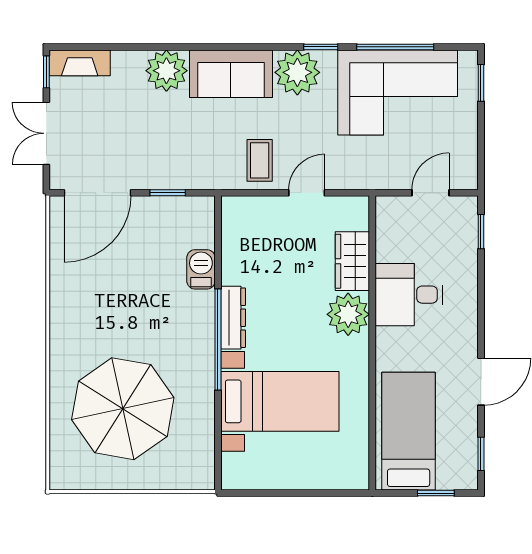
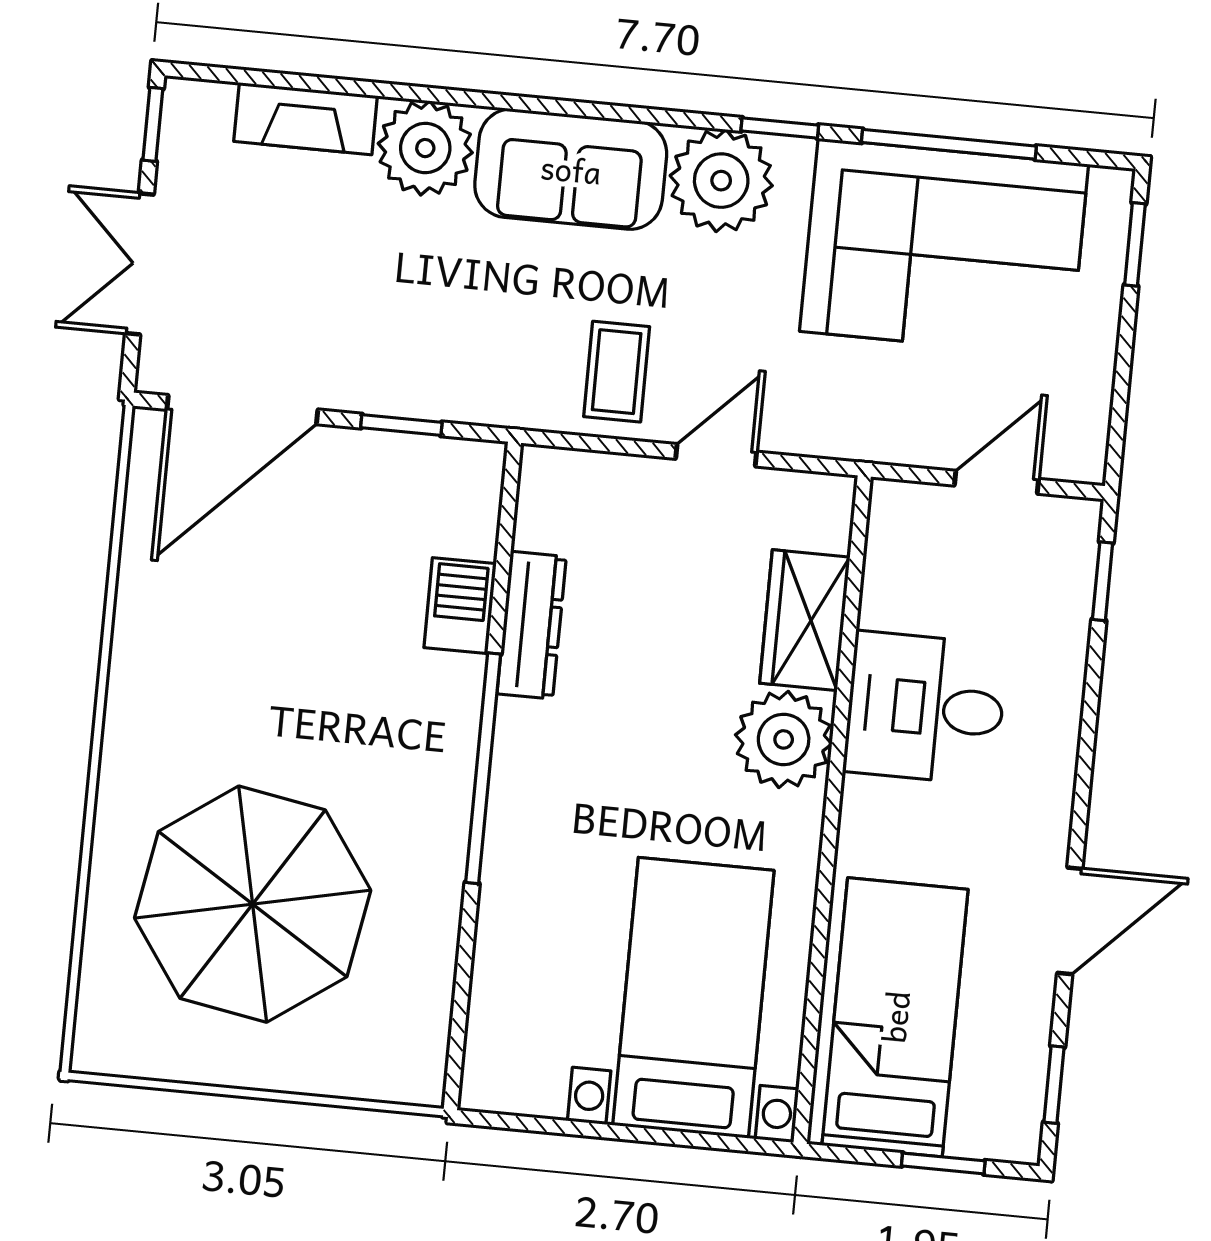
fireplace: (80, 63) -> (306, 119), moved
dresser: (233, 318) -> (532, 625), moved
bed with nightstands: (280, 401) -> (693, 998), moved, turned -90

